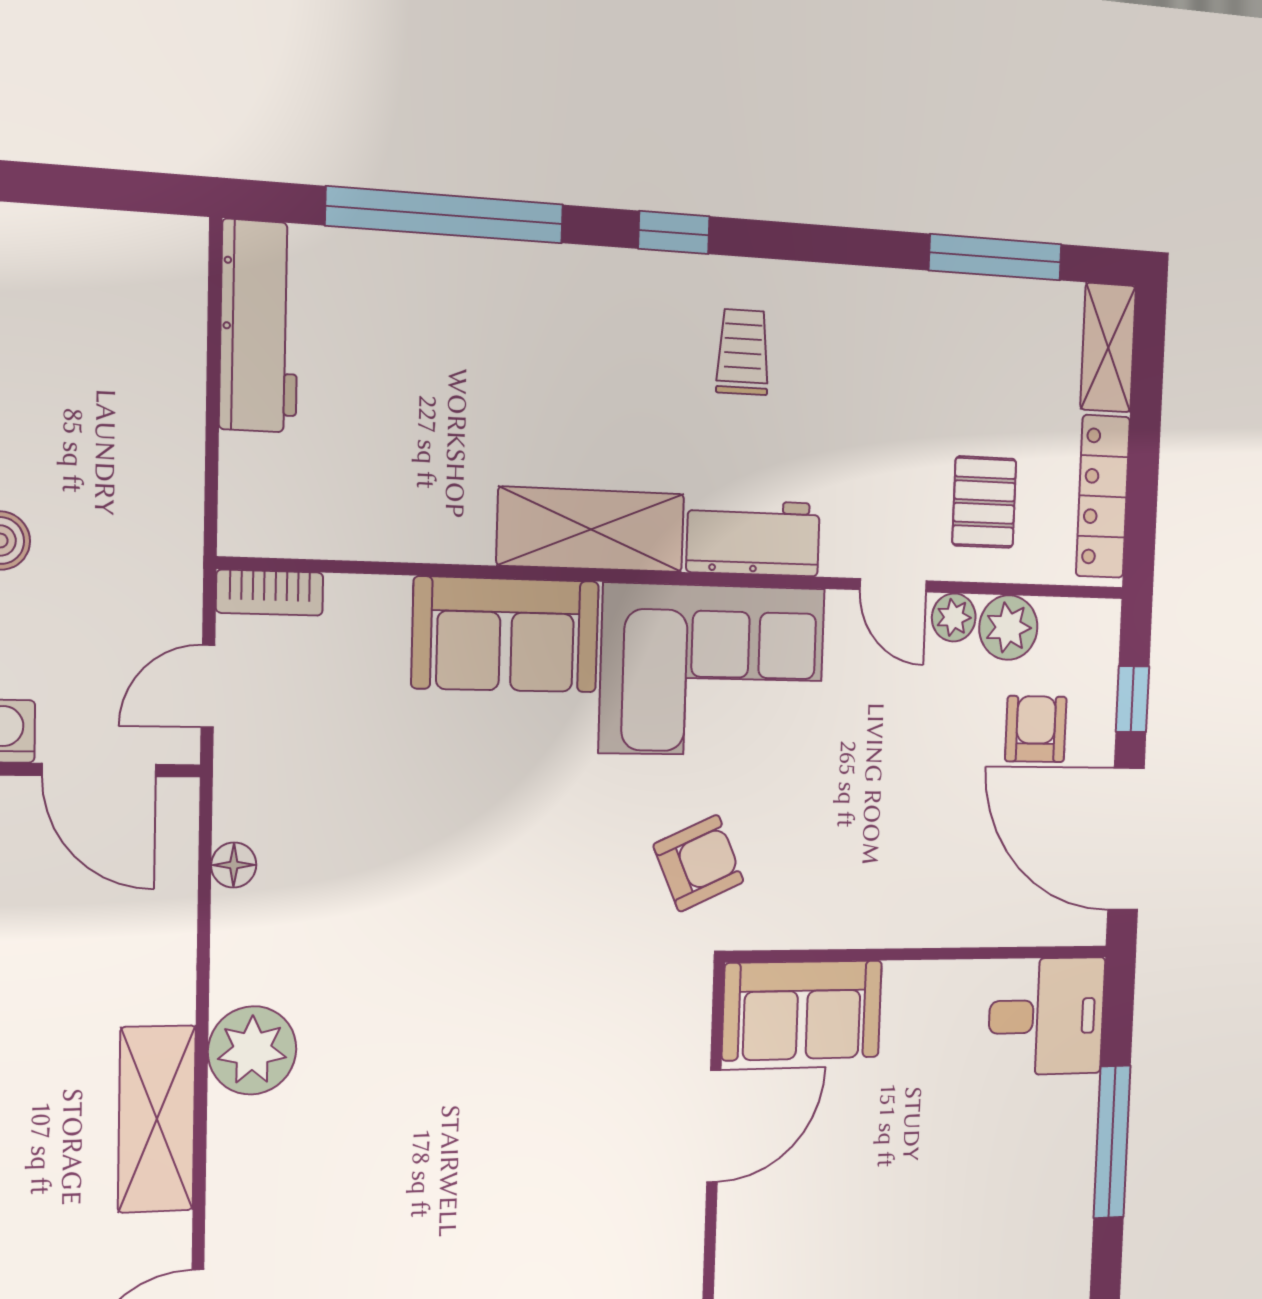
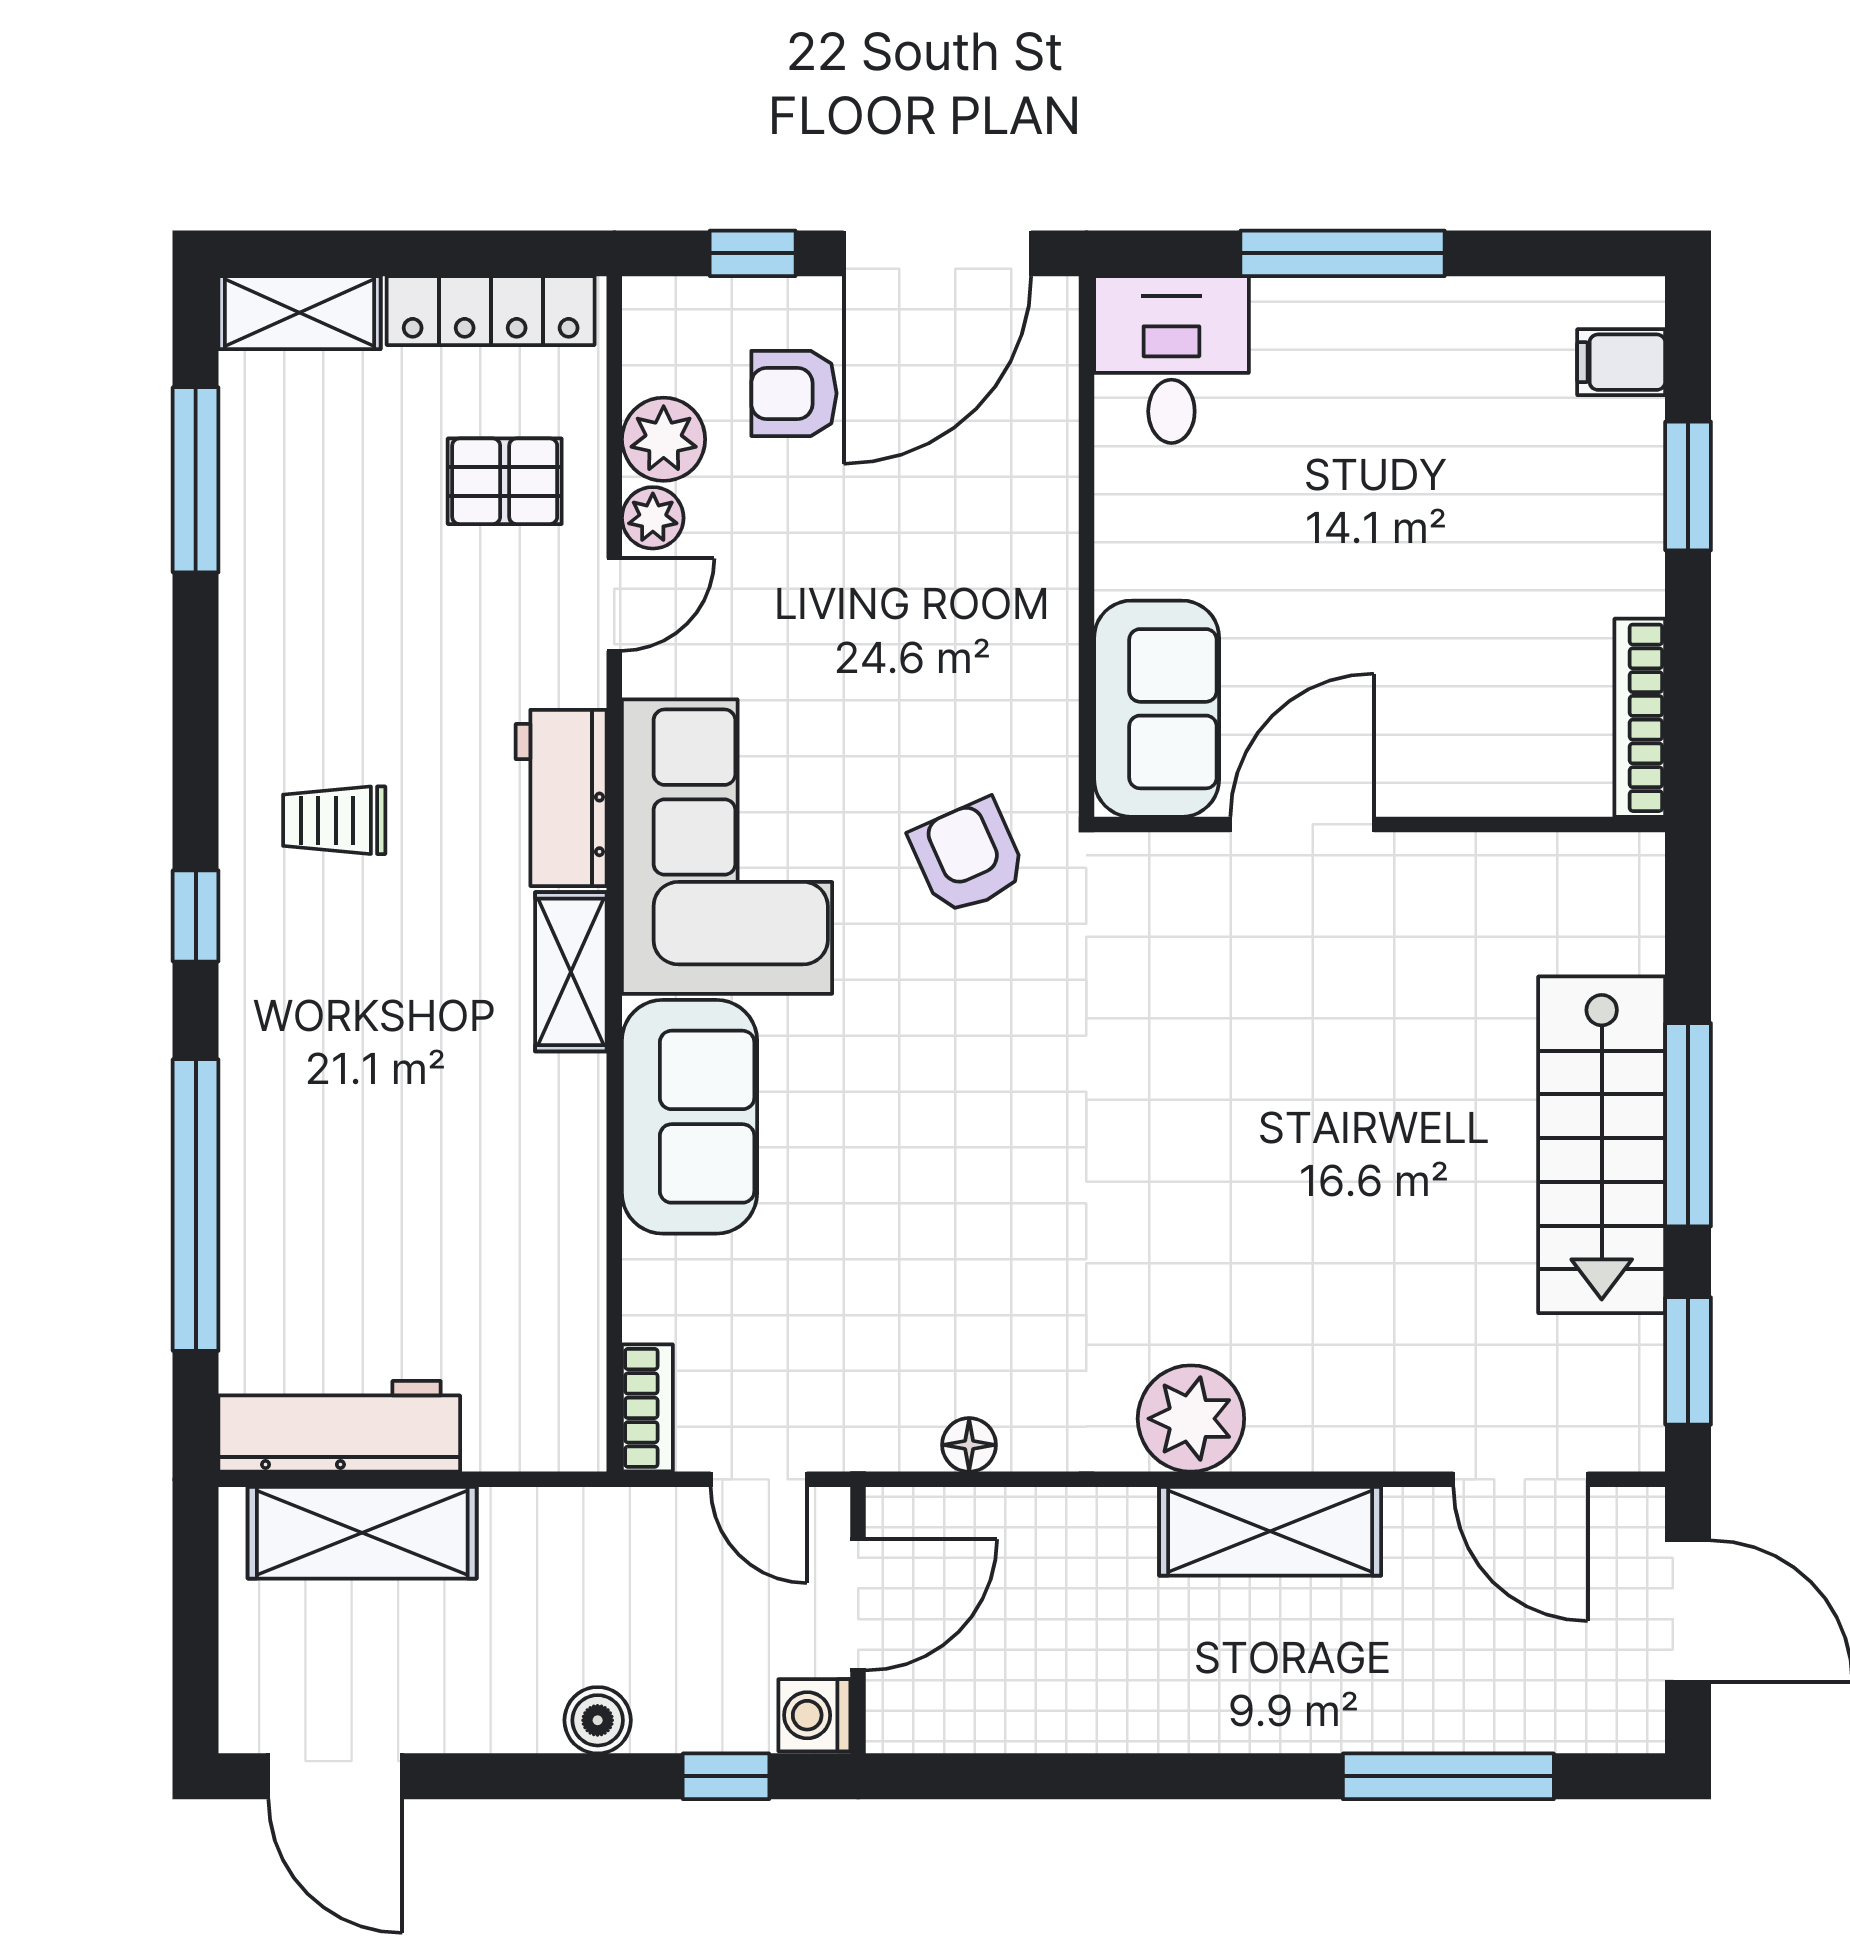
shelving: (168, 341) -> (362, 1533), added
shelving: (591, 529) -> (571, 972), width x0.67, depth x0.75
door: (714, 1126) -> (1302, 824), hinge flipped

